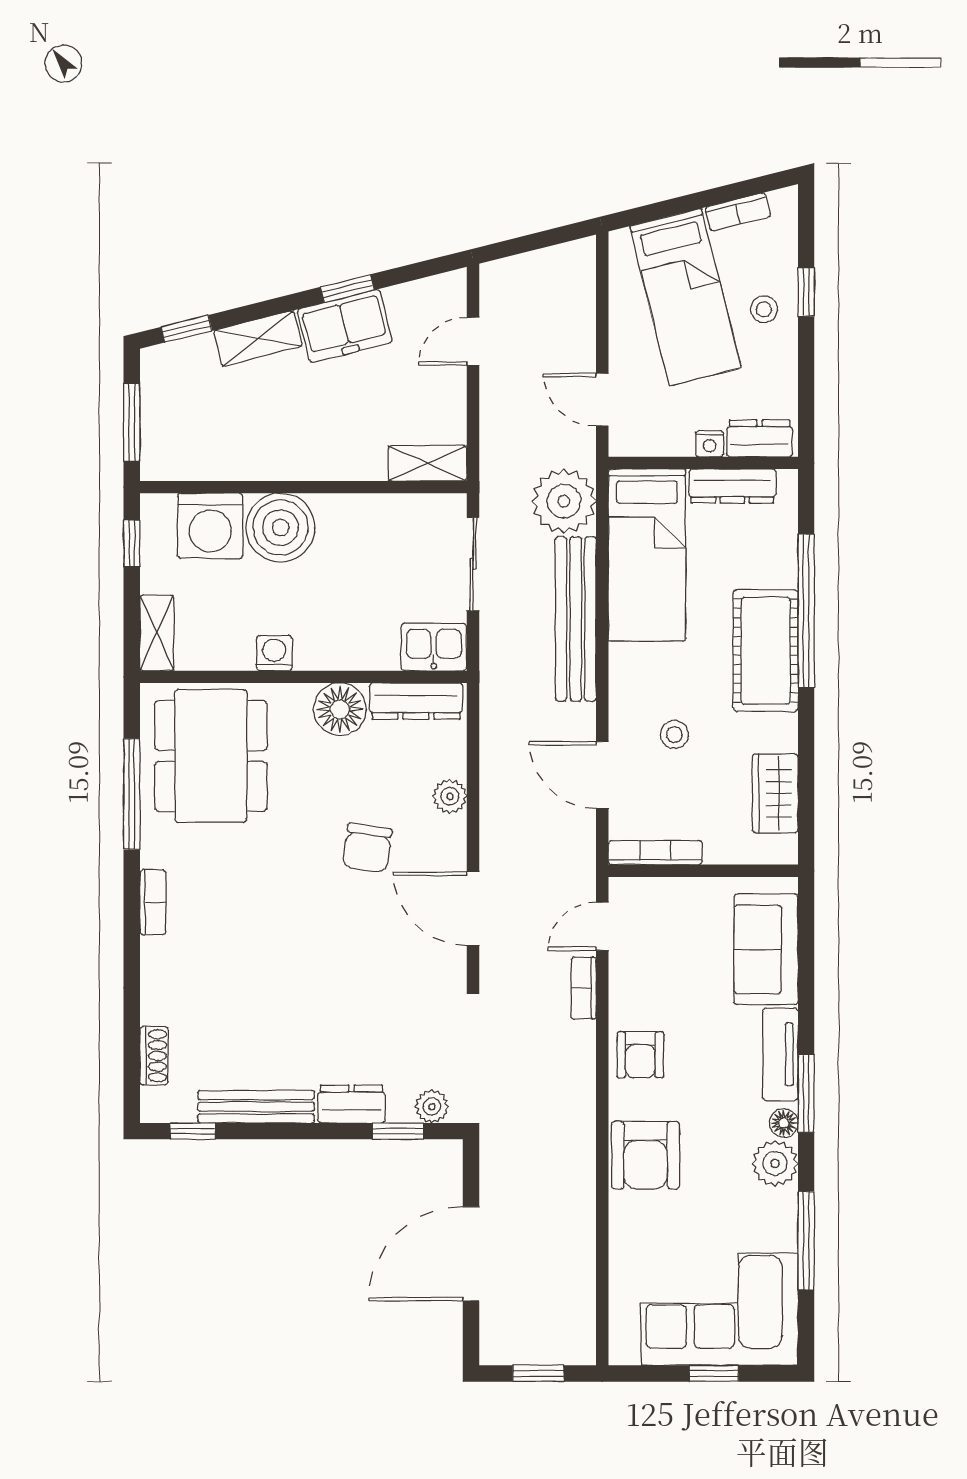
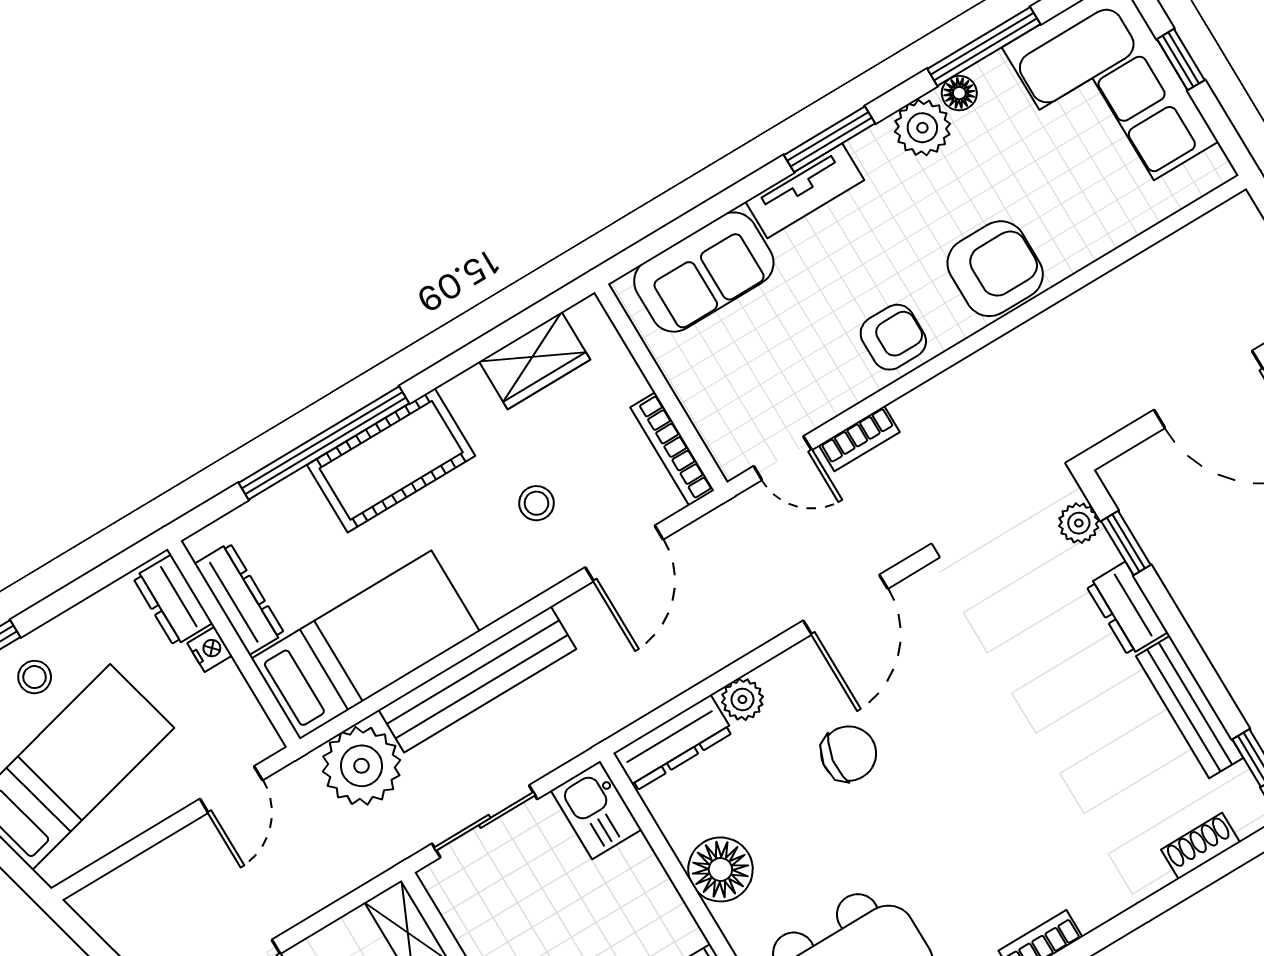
dresser: (416, 701) -> (673, 743), moved, turned 90
floor lamp: (784, 1123) -> (959, 93), moved

